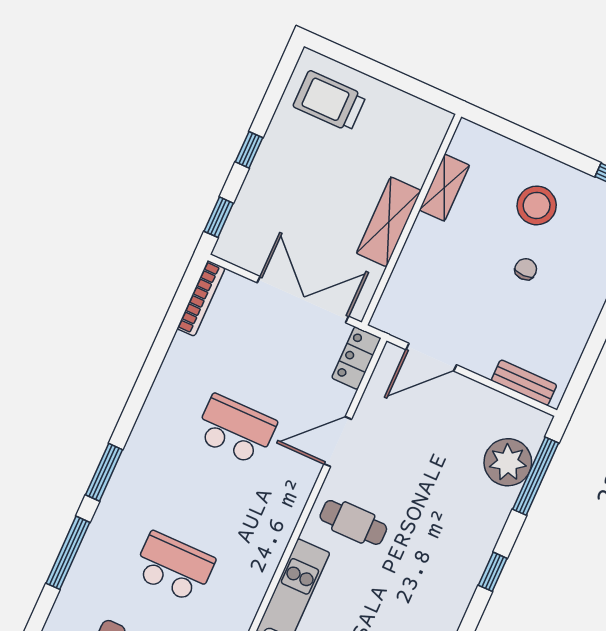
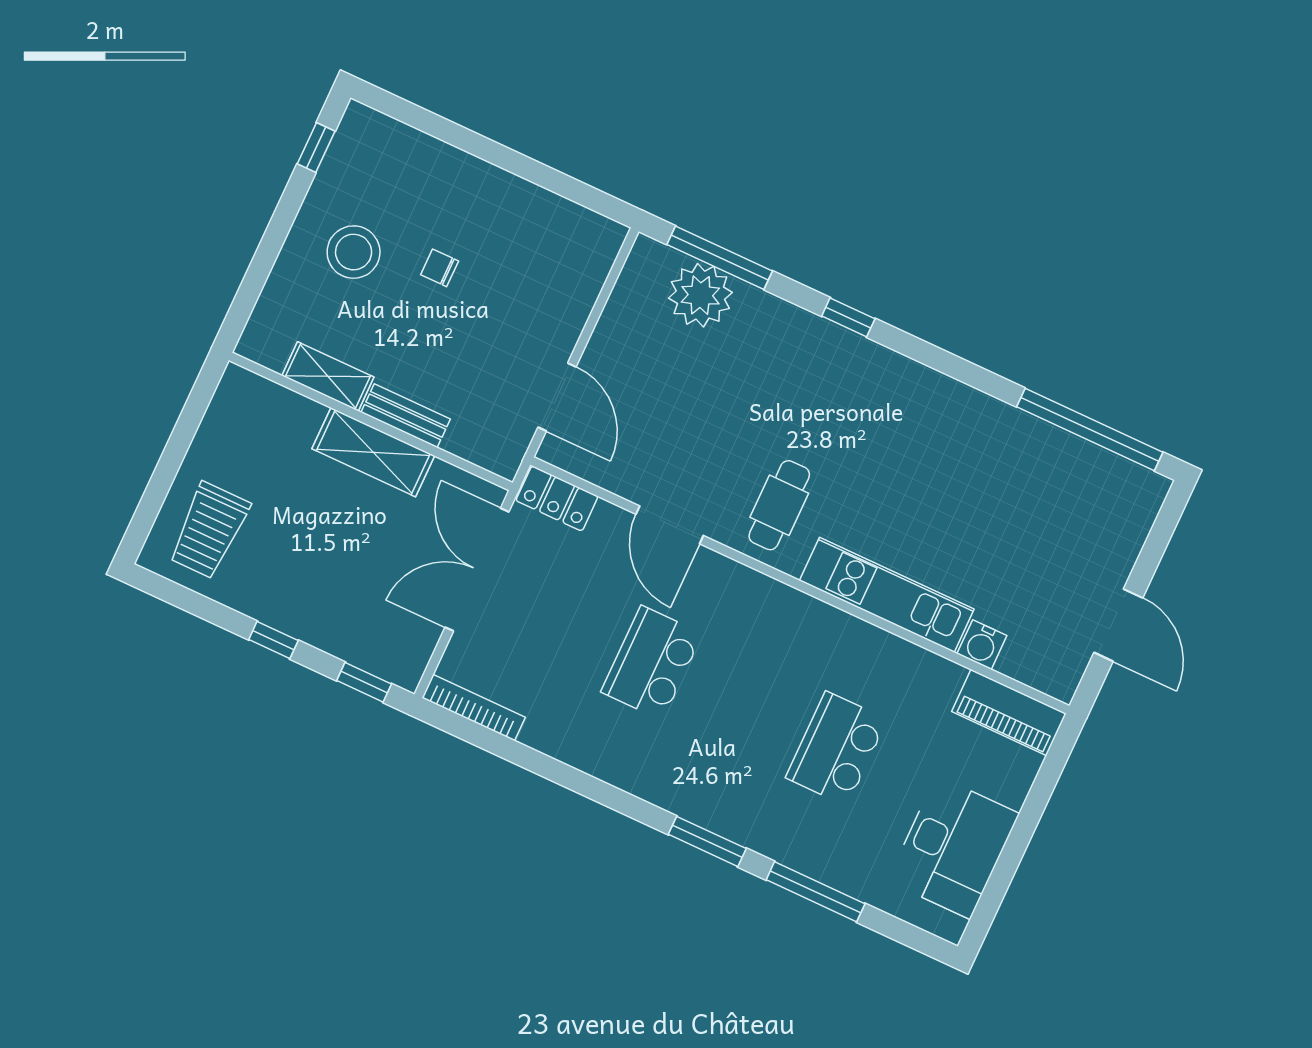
bench: (524, 383) -> (406, 416), moved, turned 90

